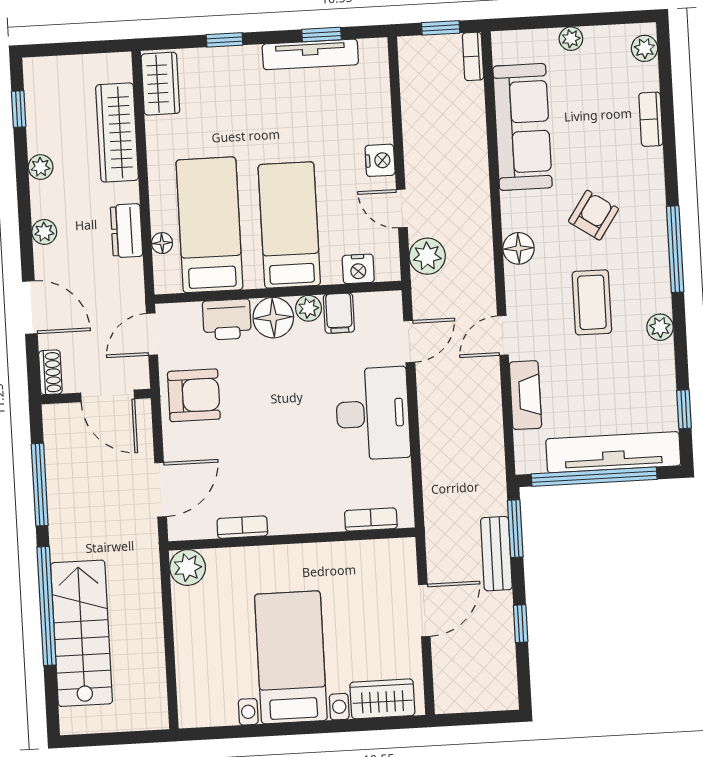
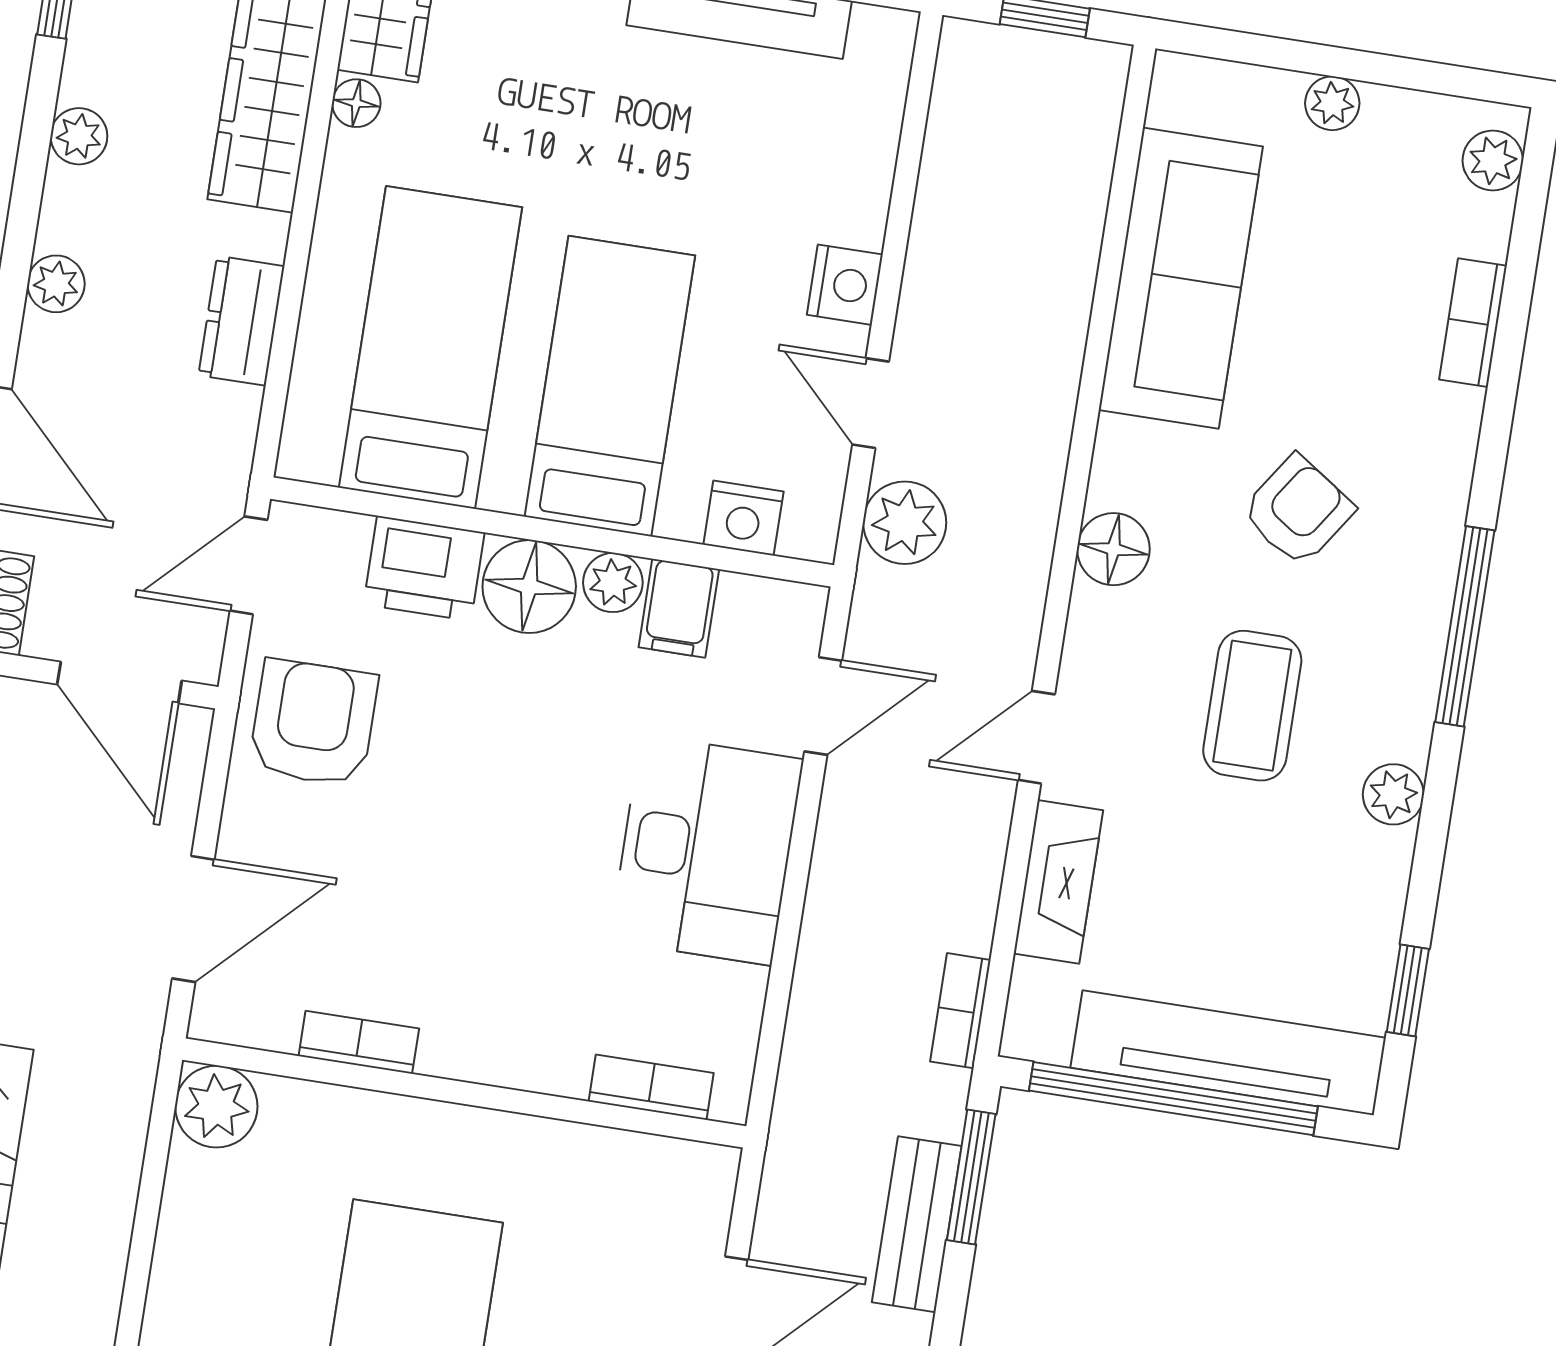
bookcase: (473, 56) -> (960, 1011), moved
floor lamp: (162, 243) -> (356, 103), moved
armchair: (194, 395) -> (313, 723), turned -90

